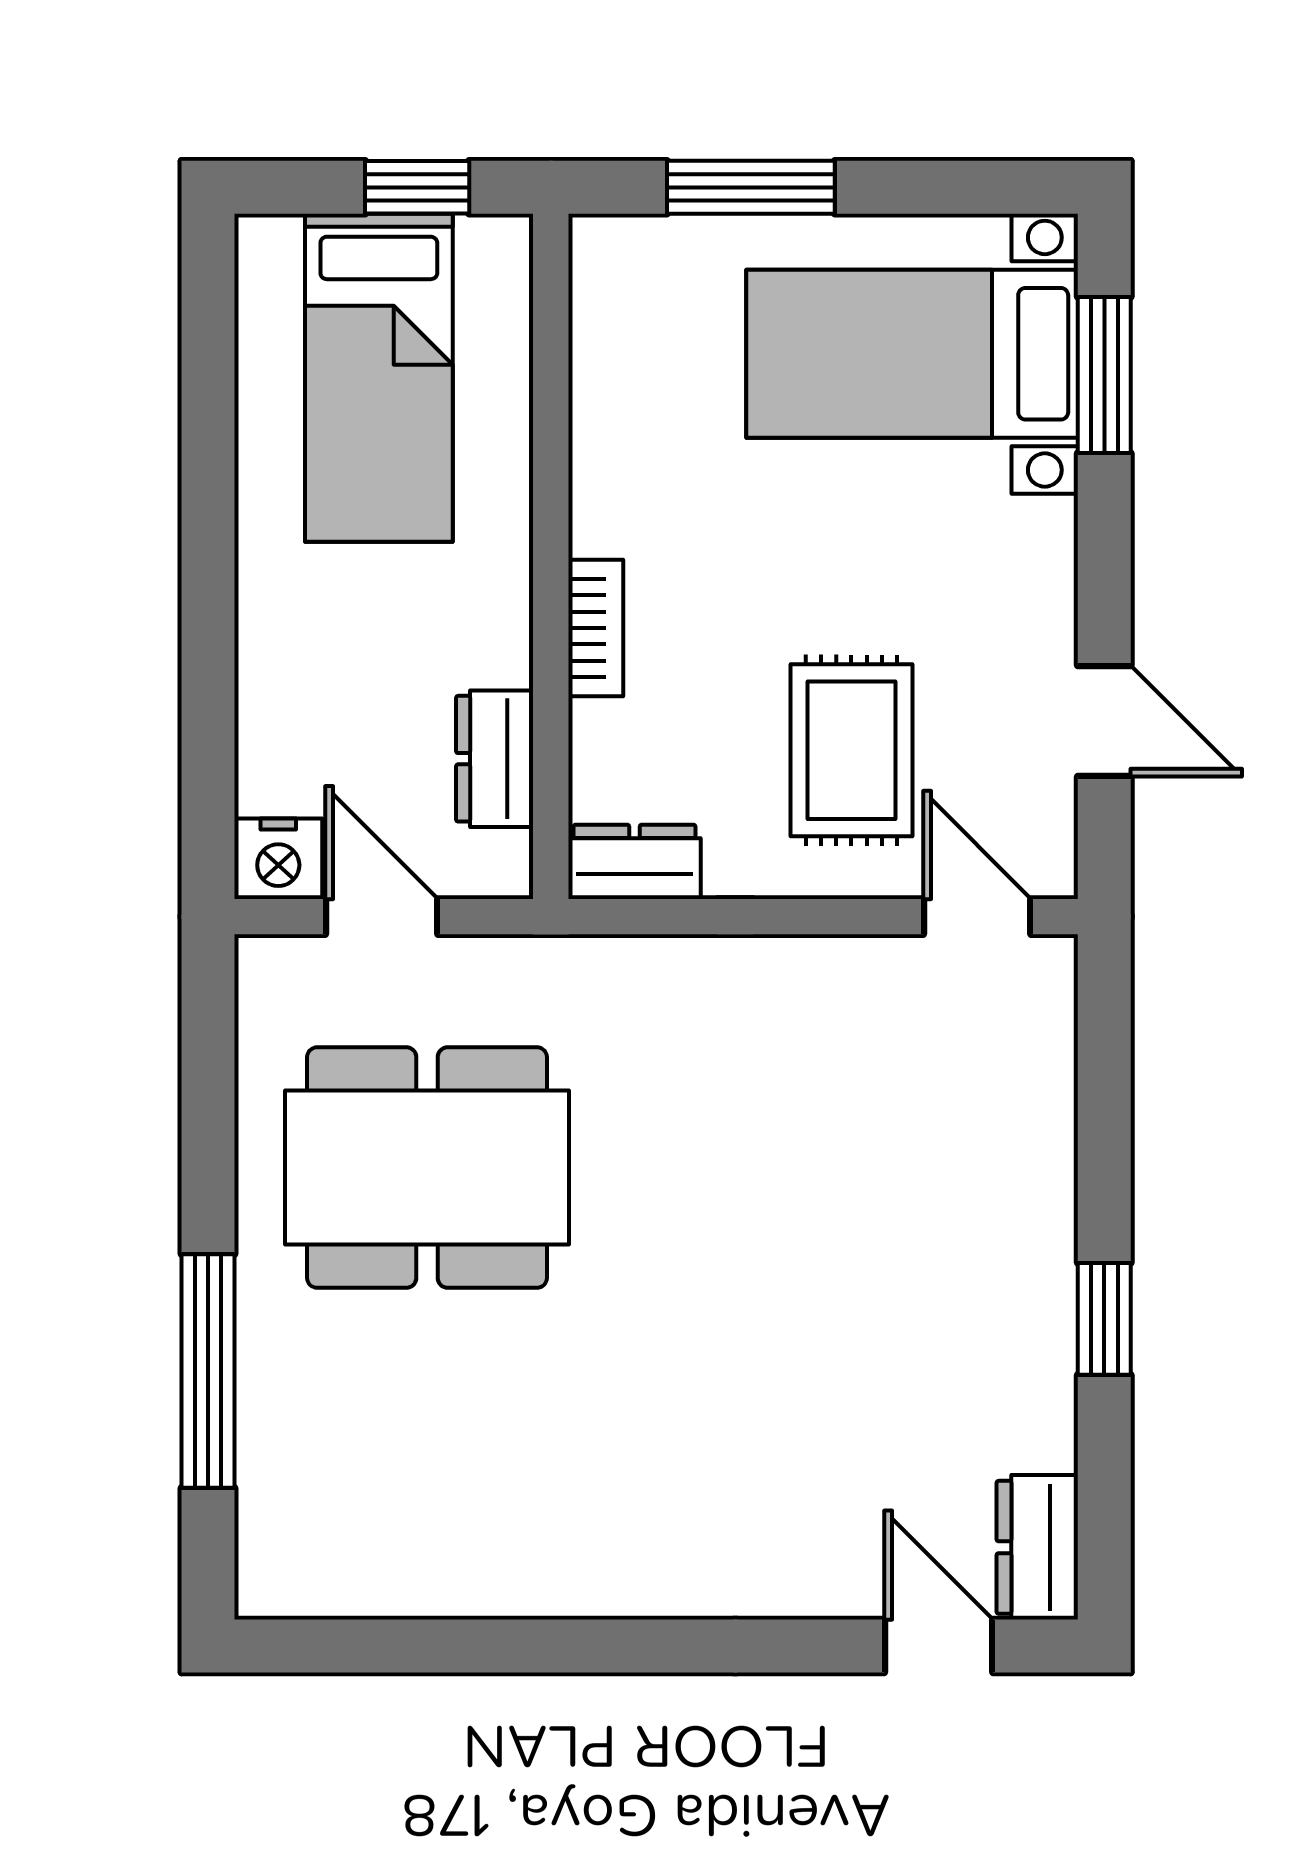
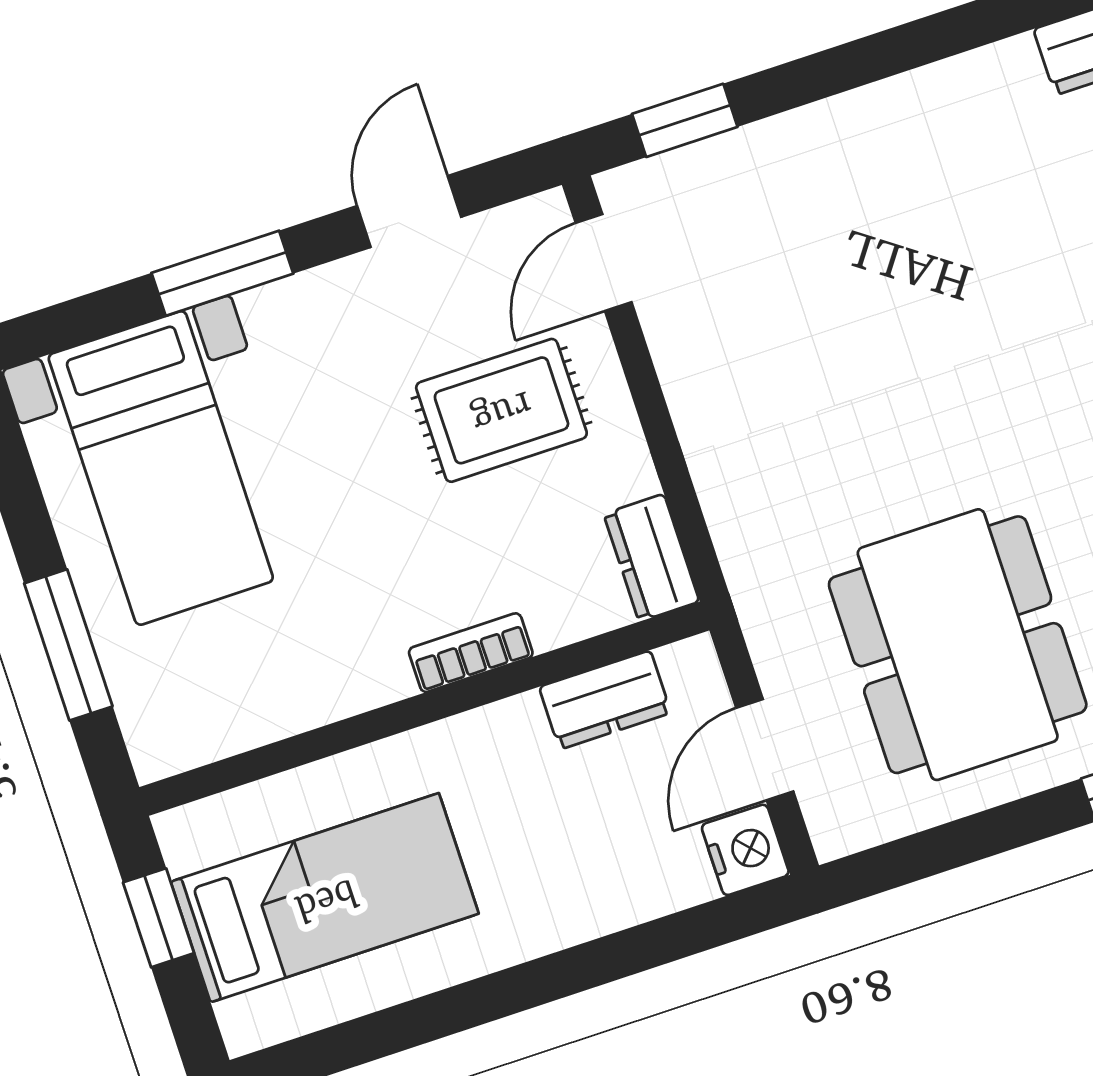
window: (1104, 375) -> (222, 273), moved
window: (1104, 1319) -> (685, 120), moved

